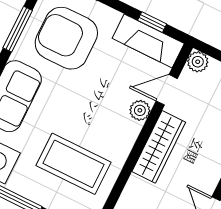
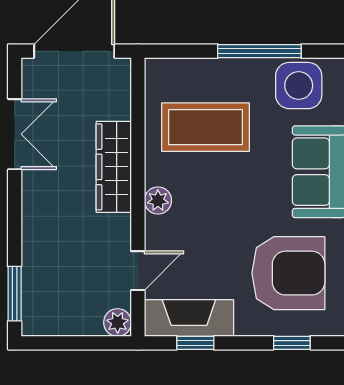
plant: (140, 110) -> (158, 200), moved
wardrobe: (159, 147) -> (114, 167), moved

